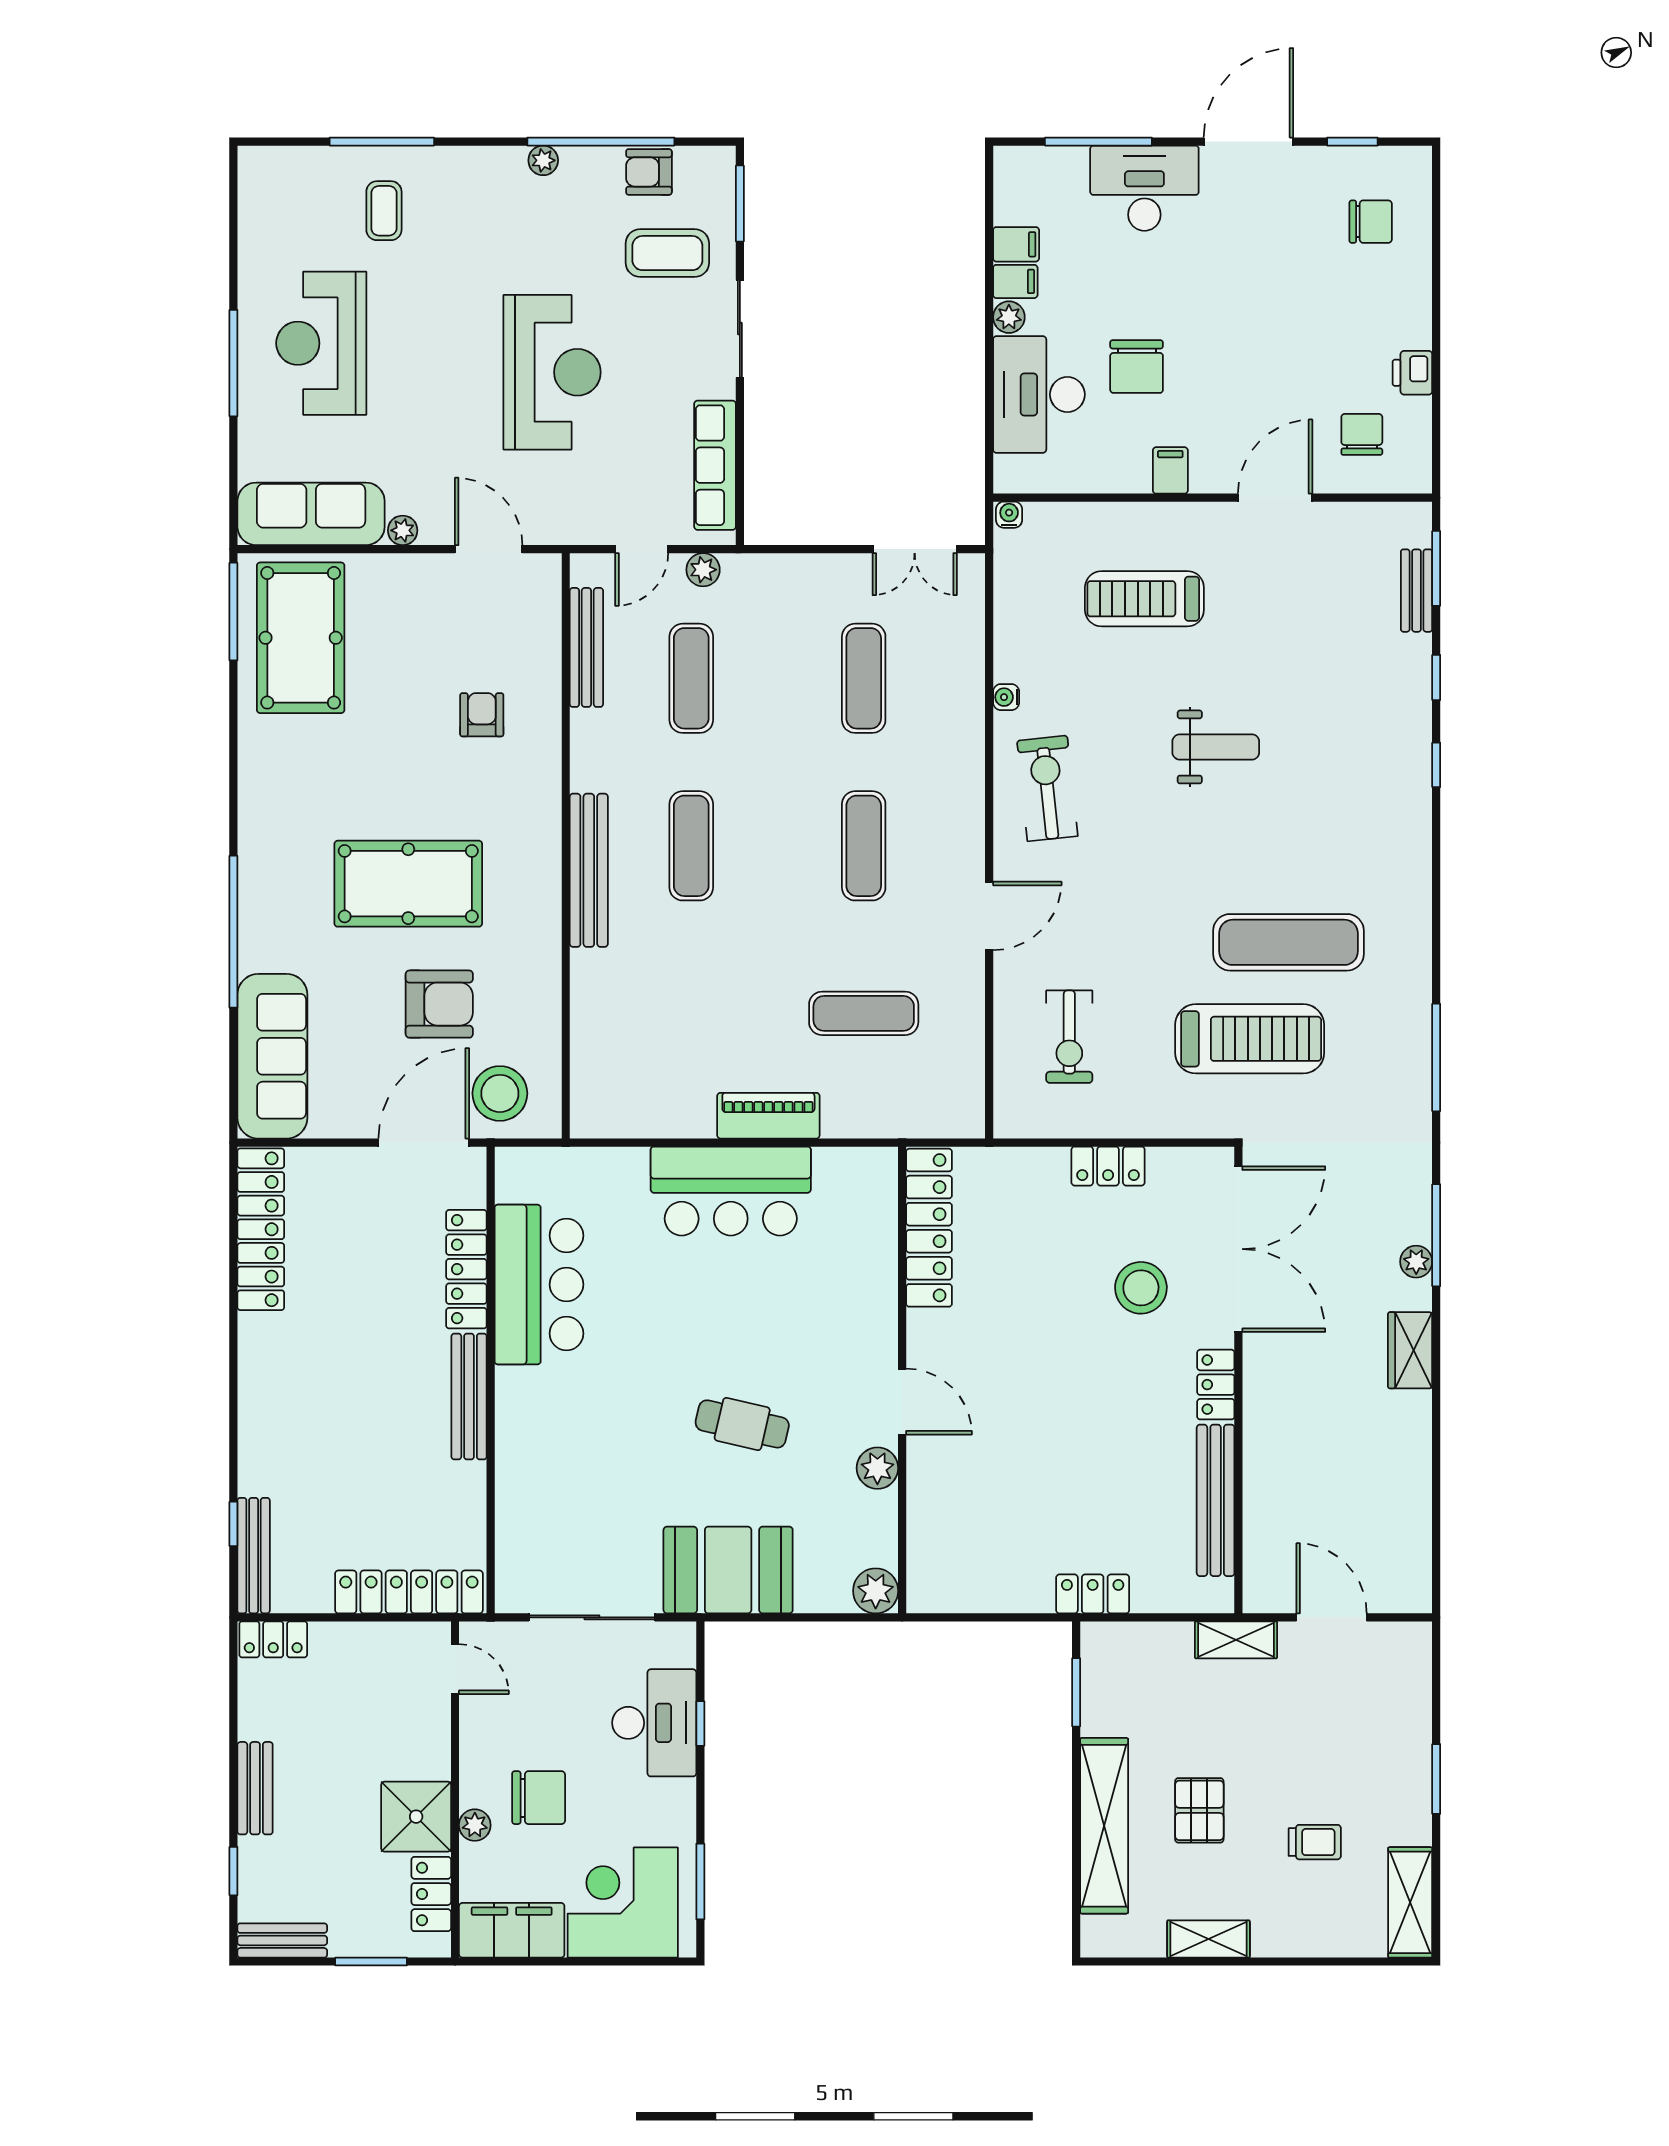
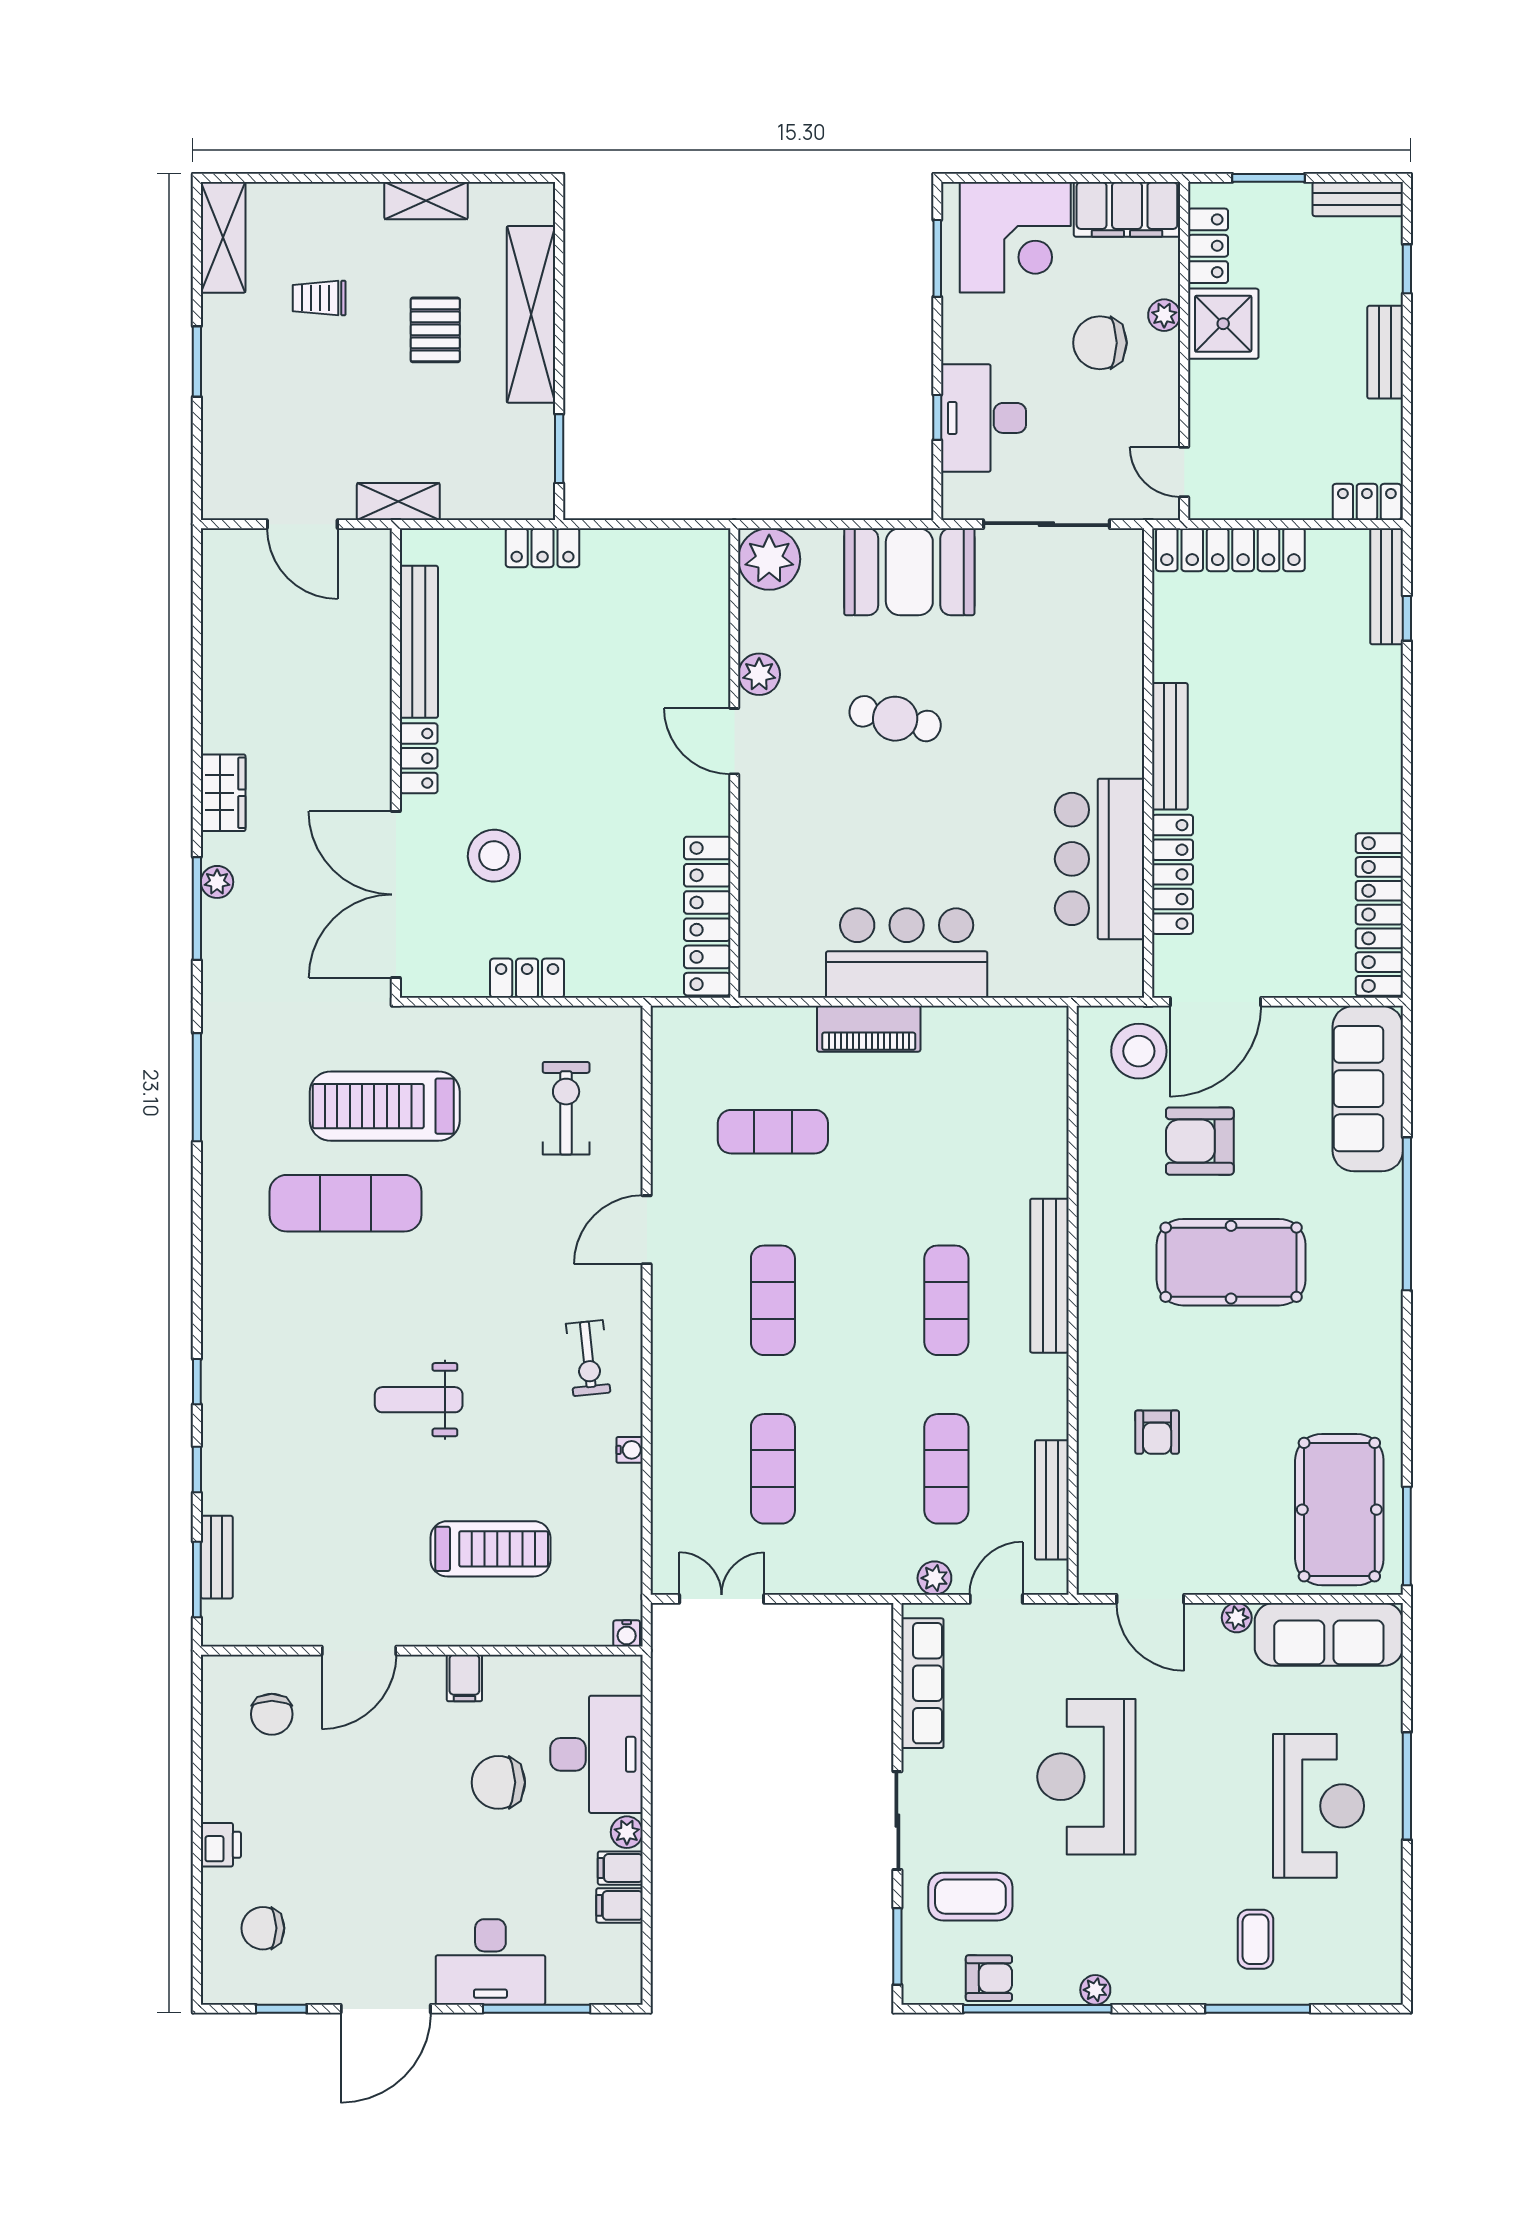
chair: (1137, 367) -> (498, 1782), turned -90
printer: (1412, 373) -> (221, 1845), moved
exercise bike: (1047, 788) -> (588, 1358), width x0.73, depth x0.72
plant: (876, 1591) -> (769, 559), width x1.36, depth x1.36

